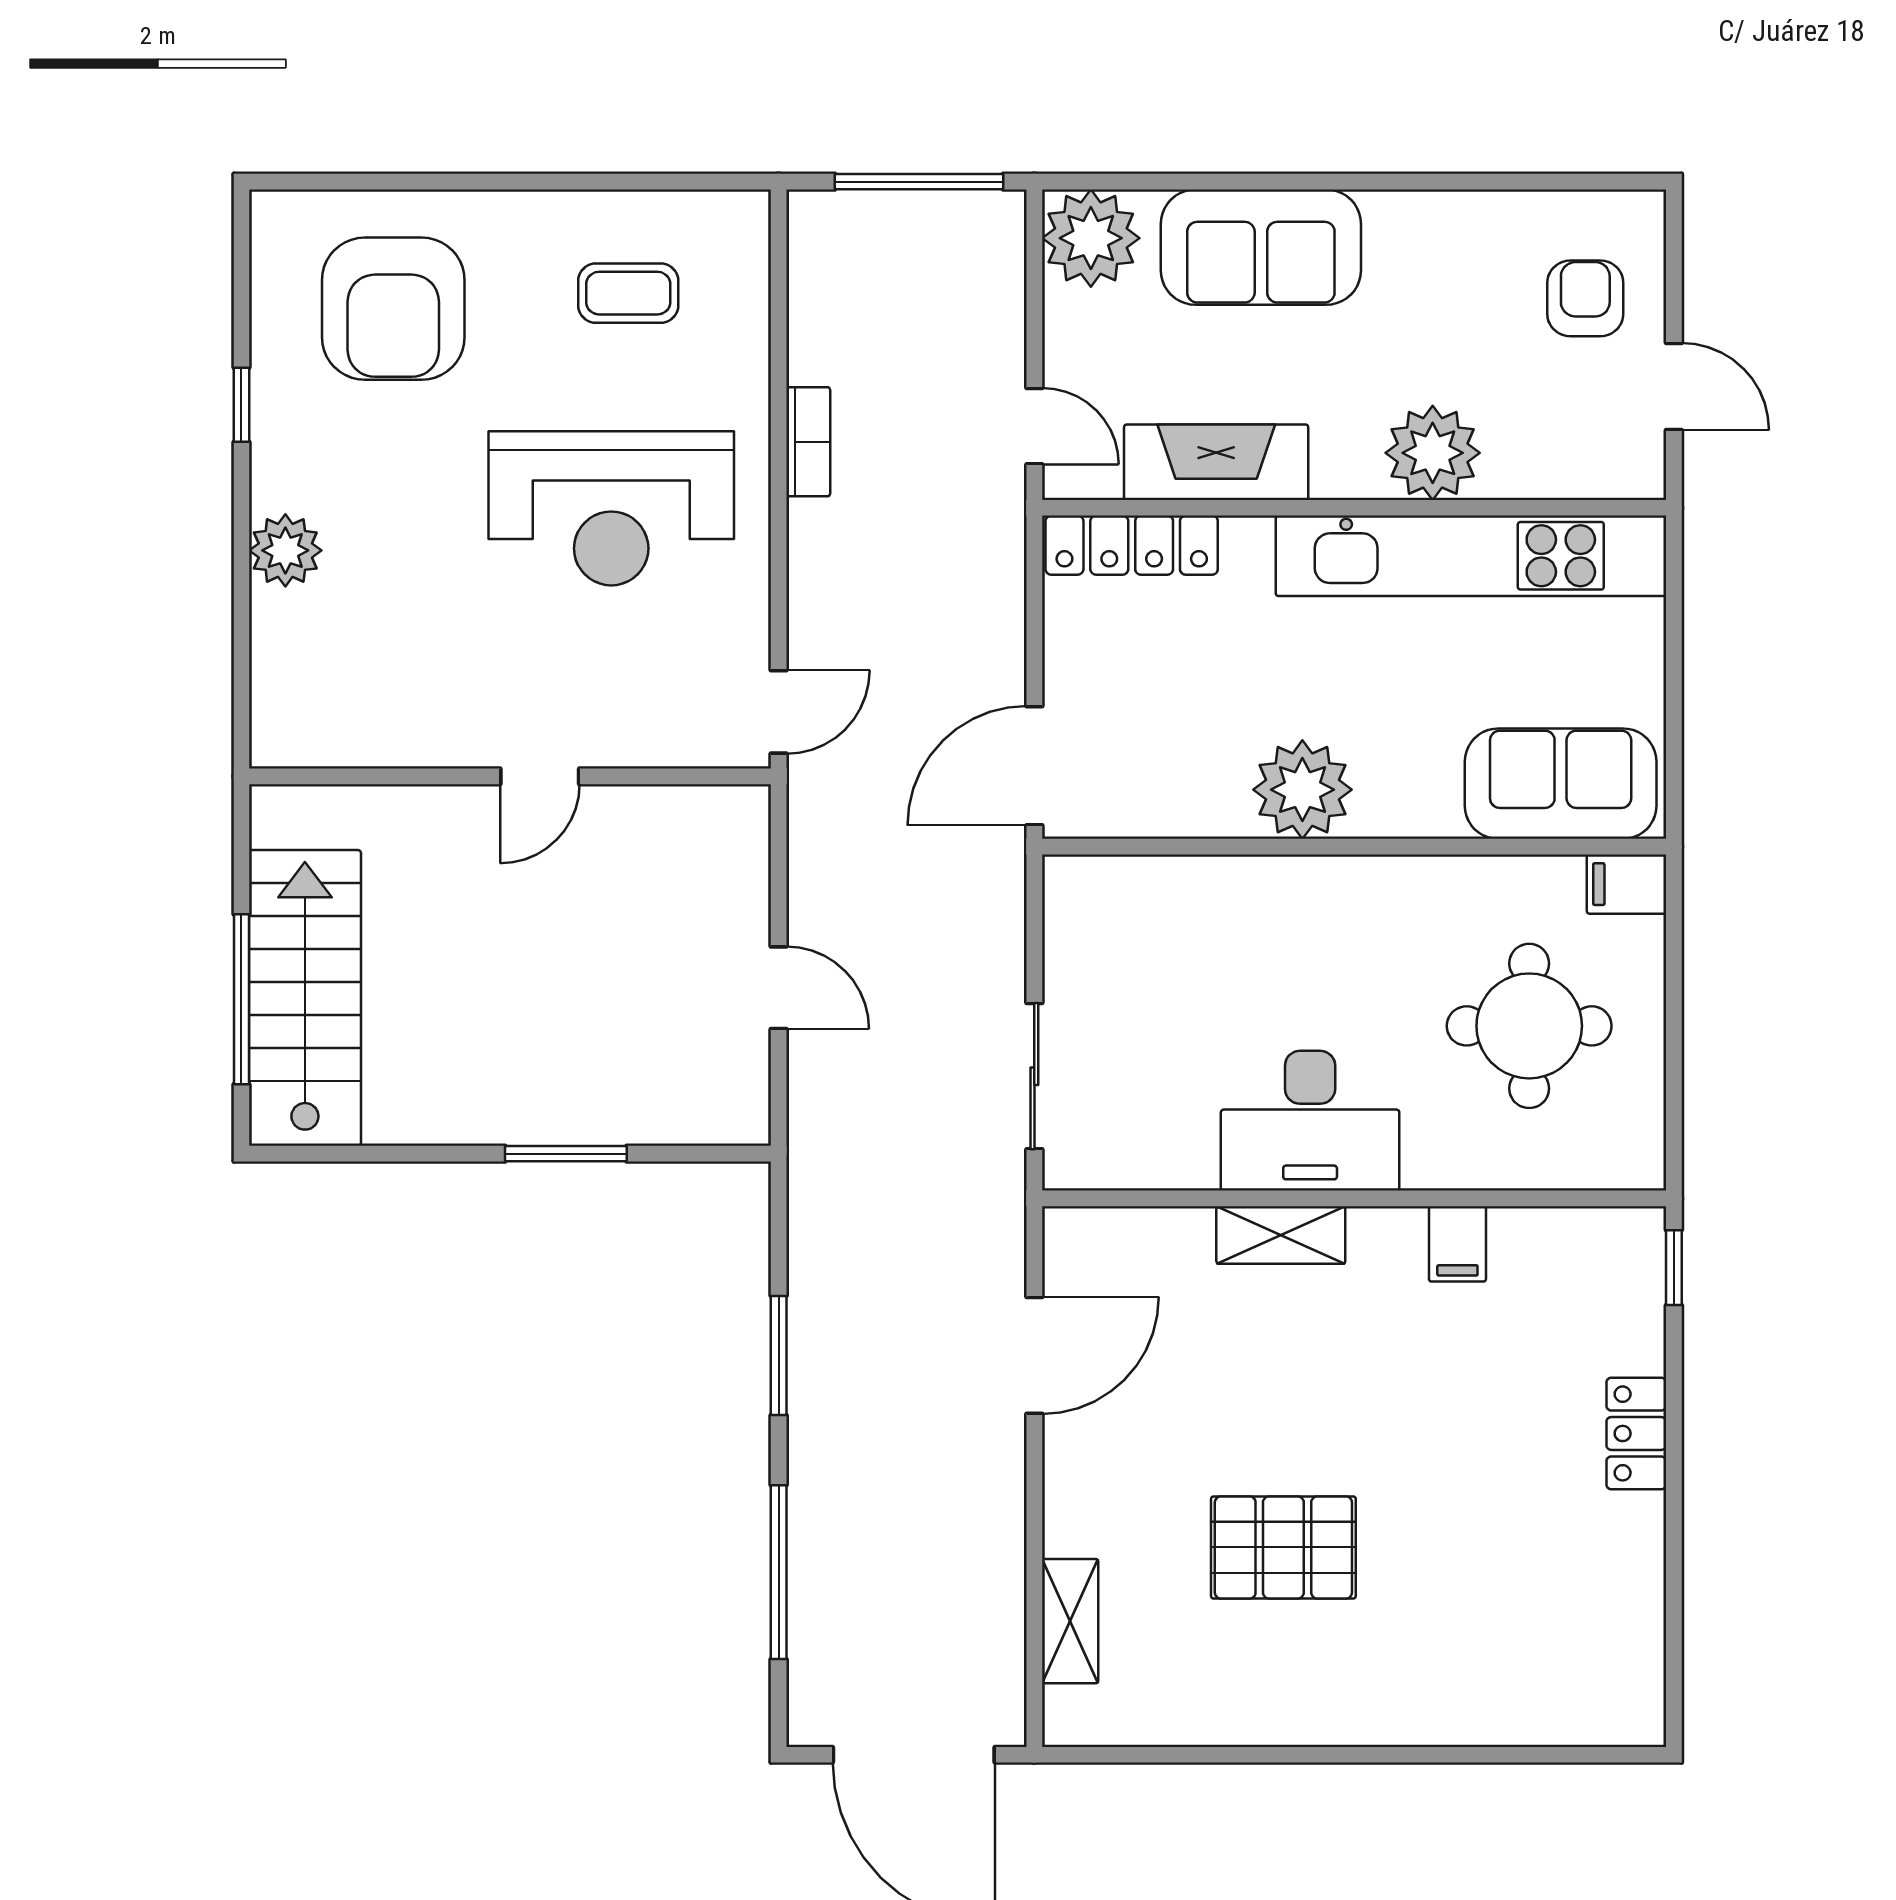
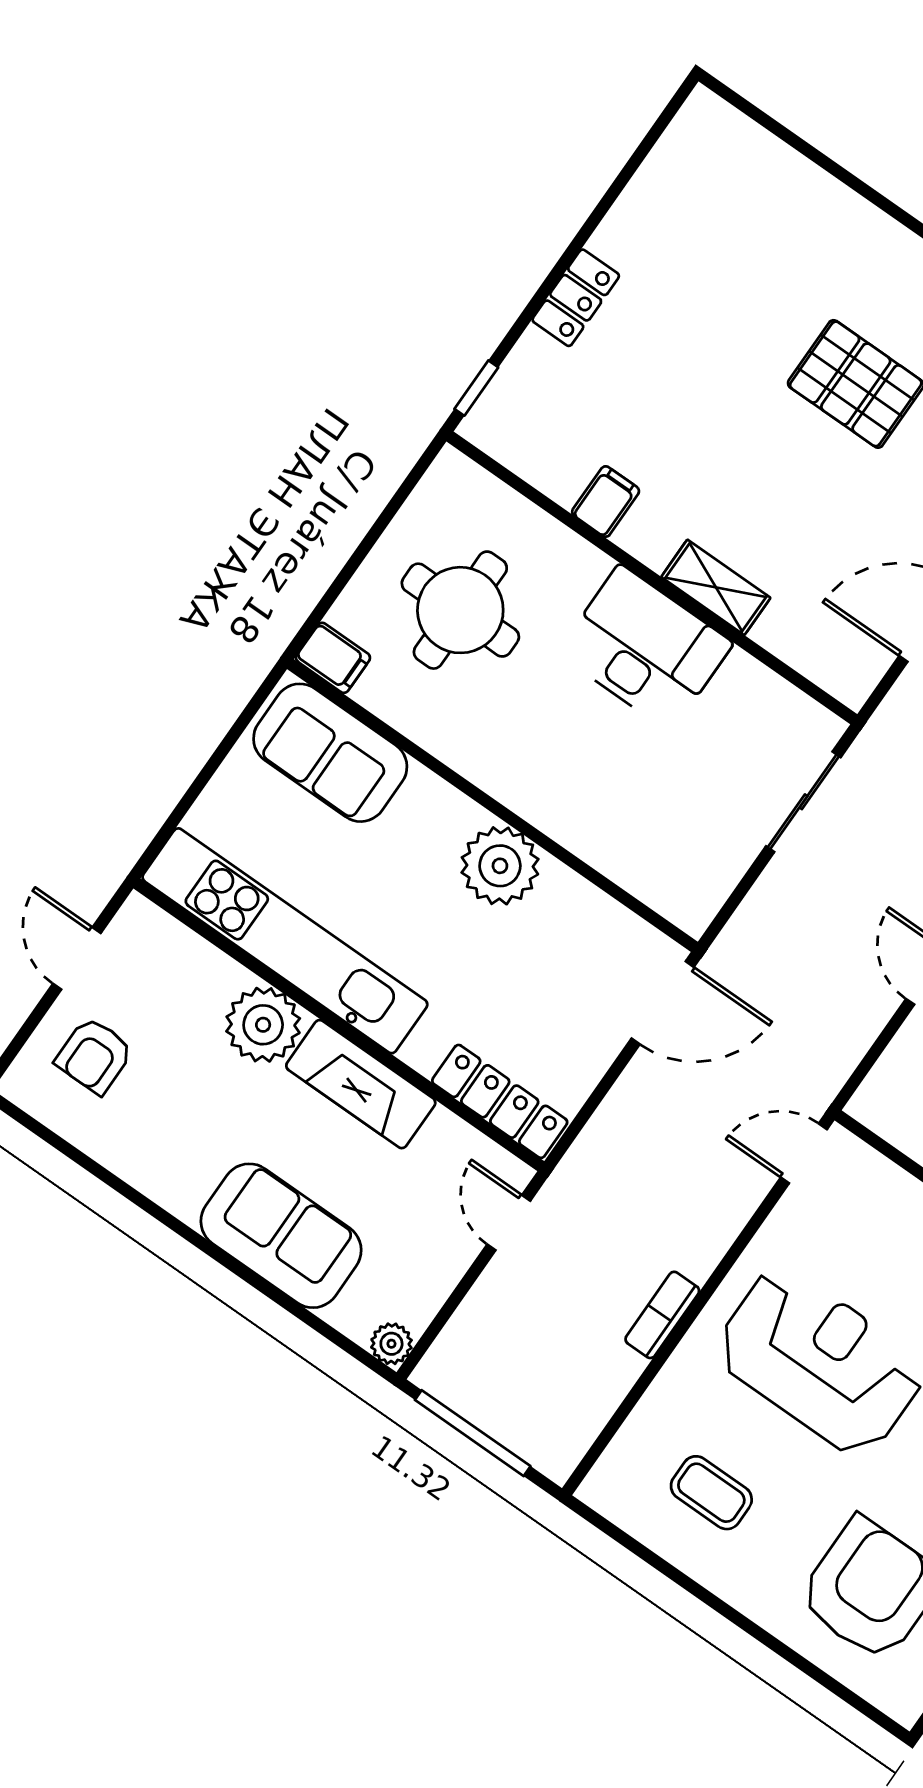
plant: (1091, 238) -> (391, 1344), width x0.53, depth x0.53
fireplace: (1216, 462) -> (361, 1084), moved

